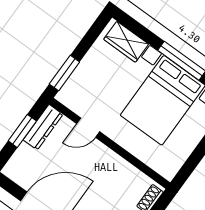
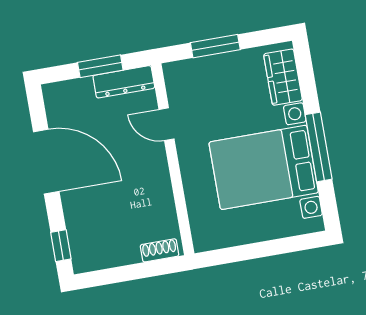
window: (64, 73) -> (215, 46), moved

